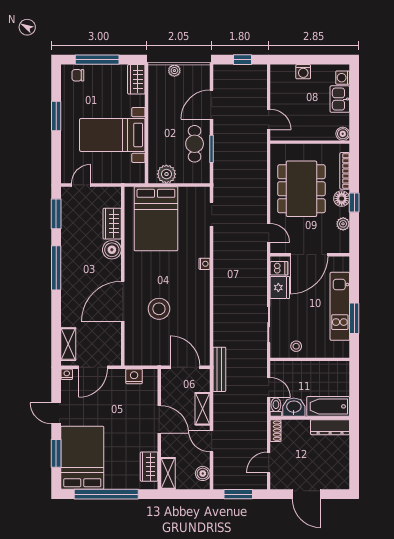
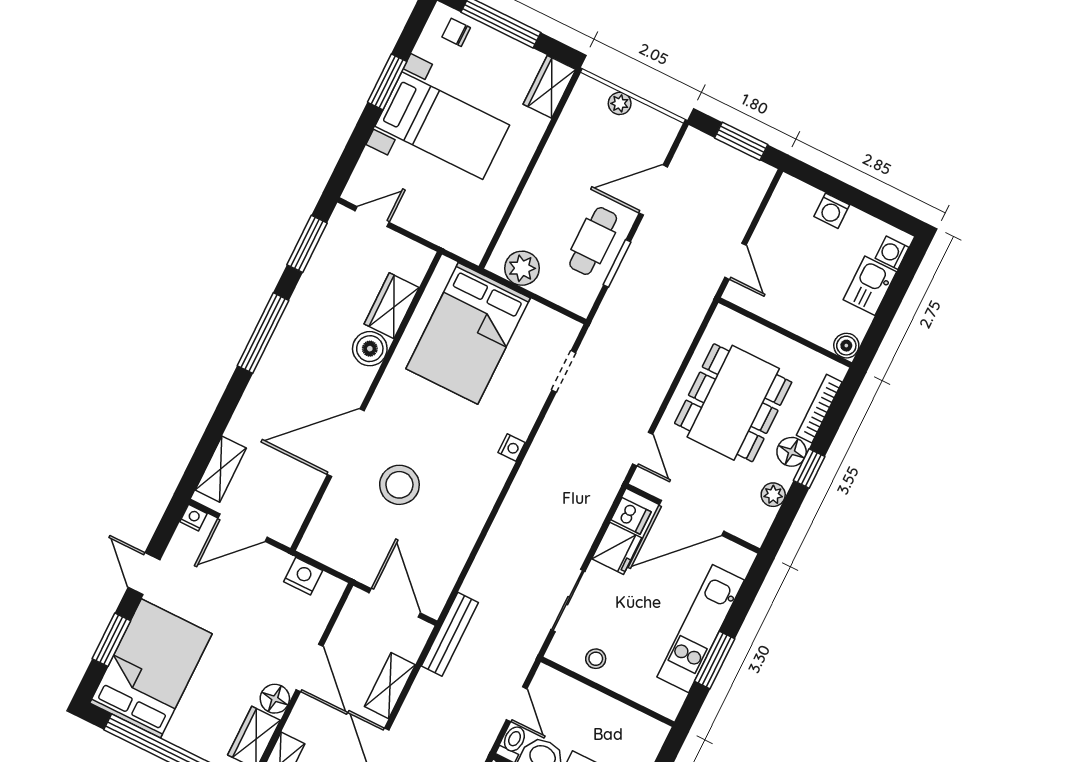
window: (243, 60) -> (741, 141), width x1.50
bed with nightstands: (112, 135) -> (442, 126), moved, turned 180
floor lamp: (150, 443) -> (275, 699), added

